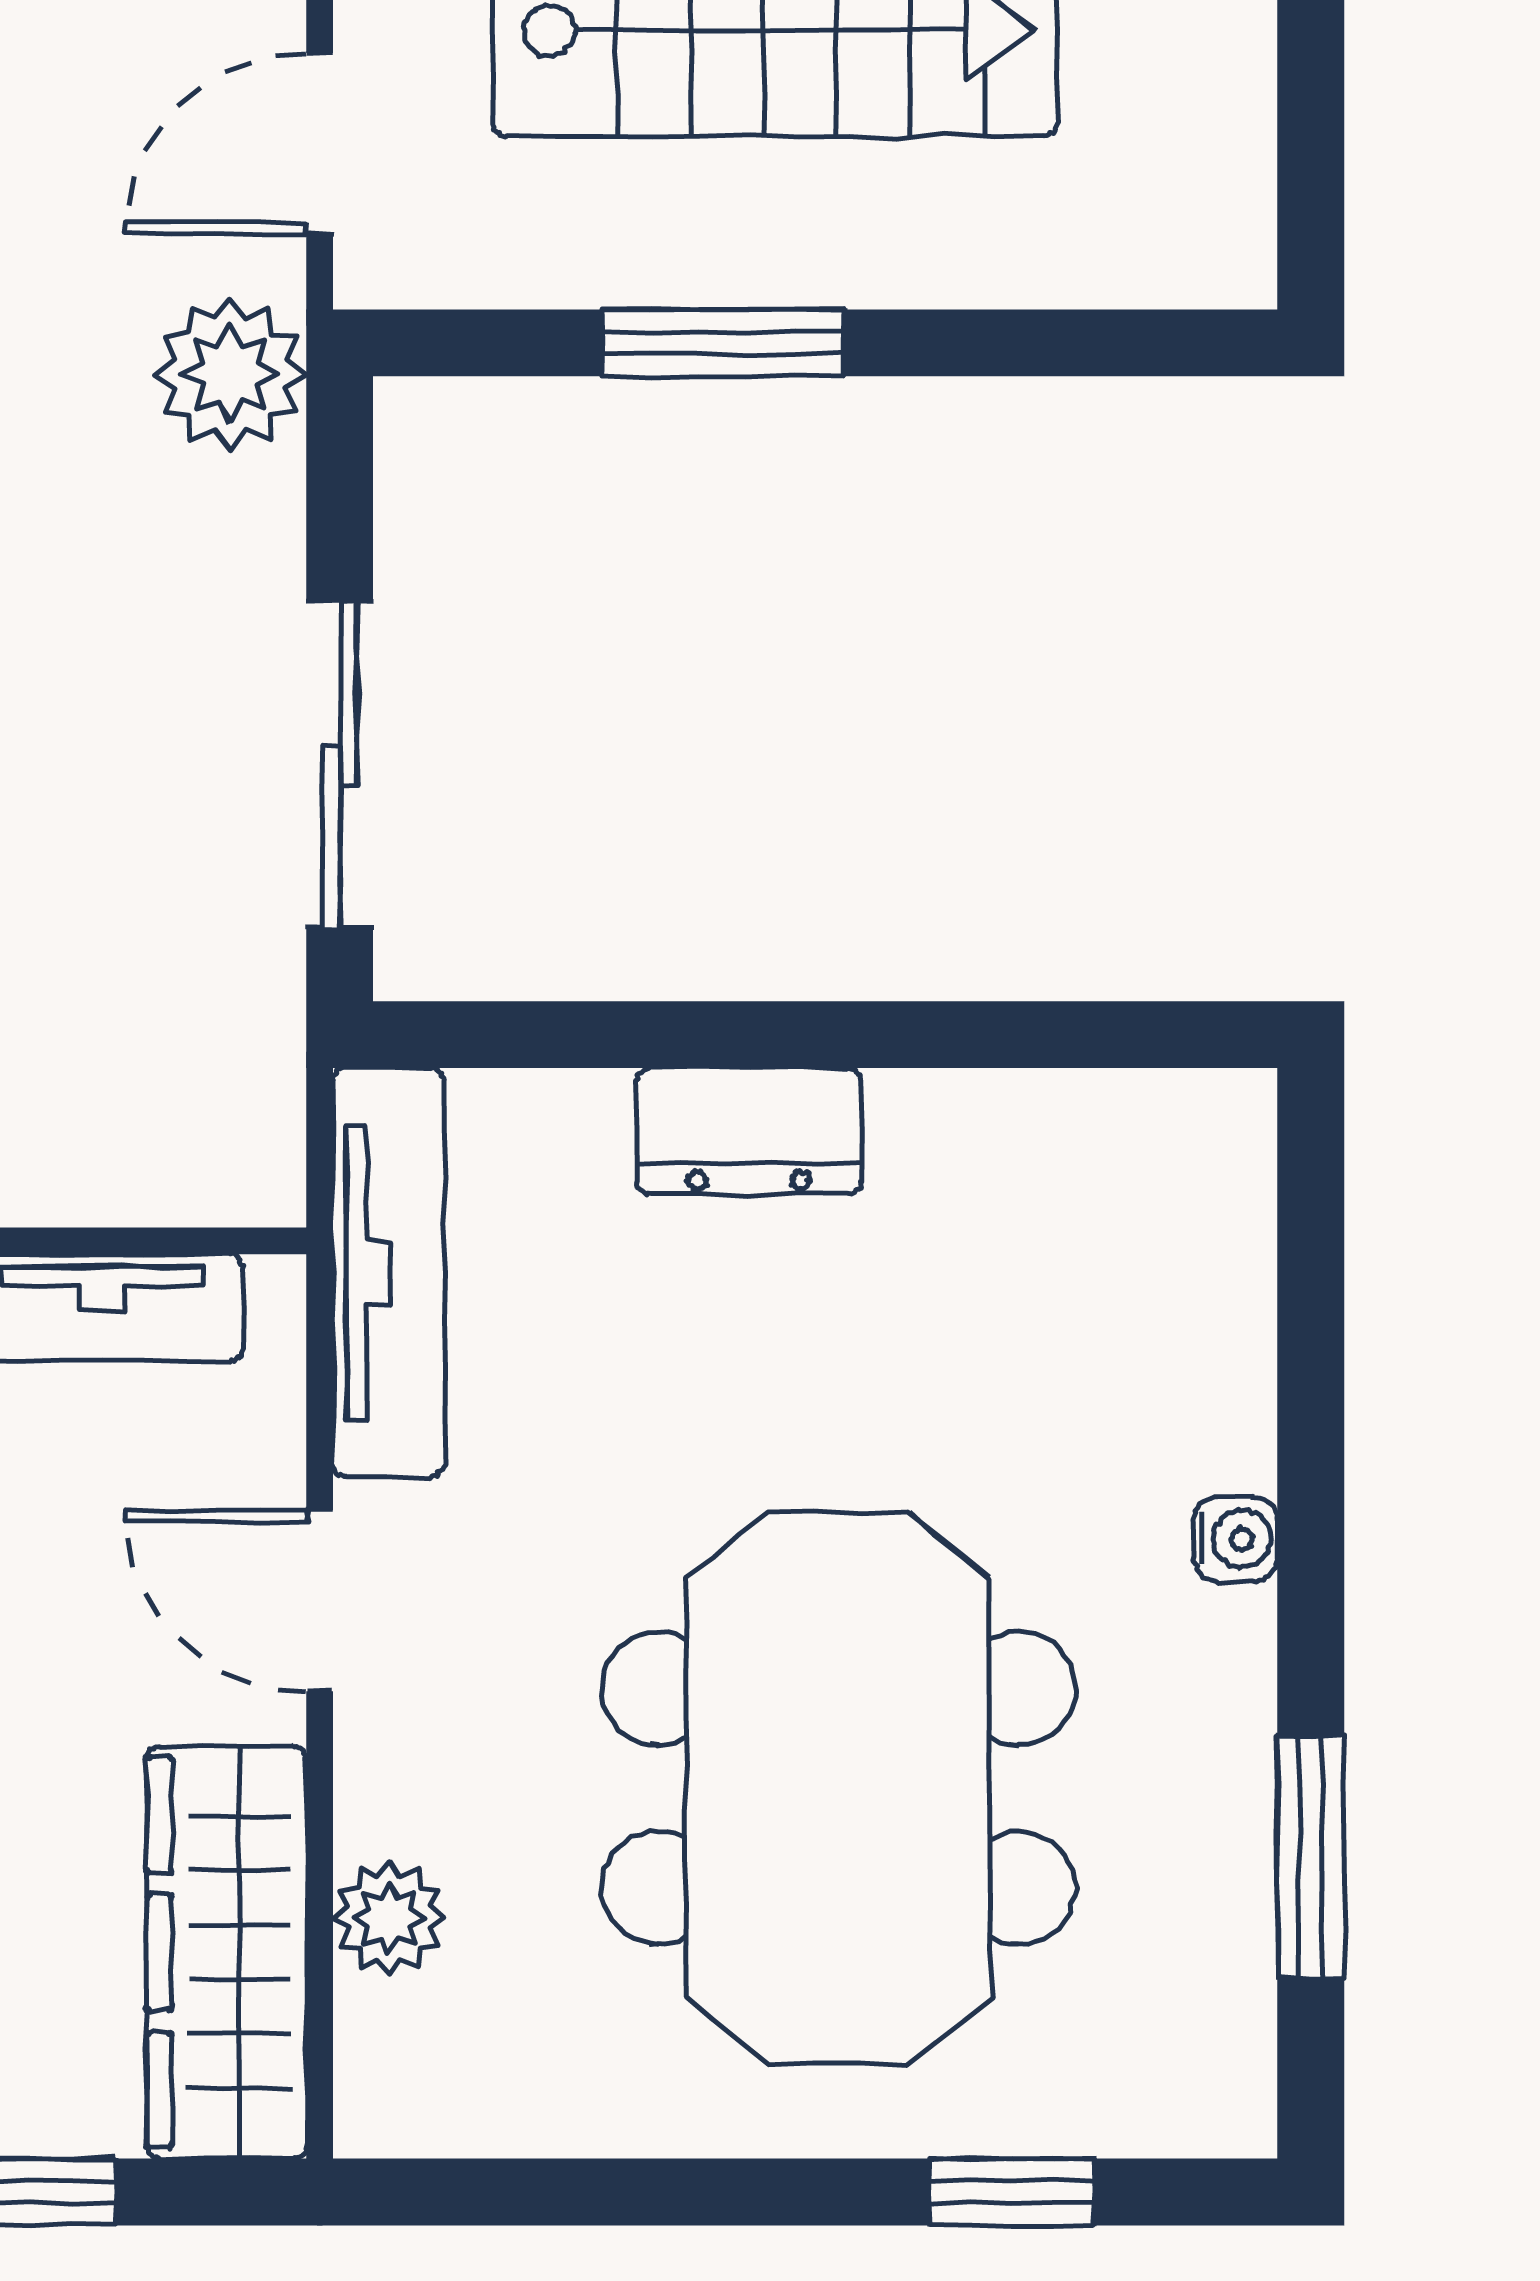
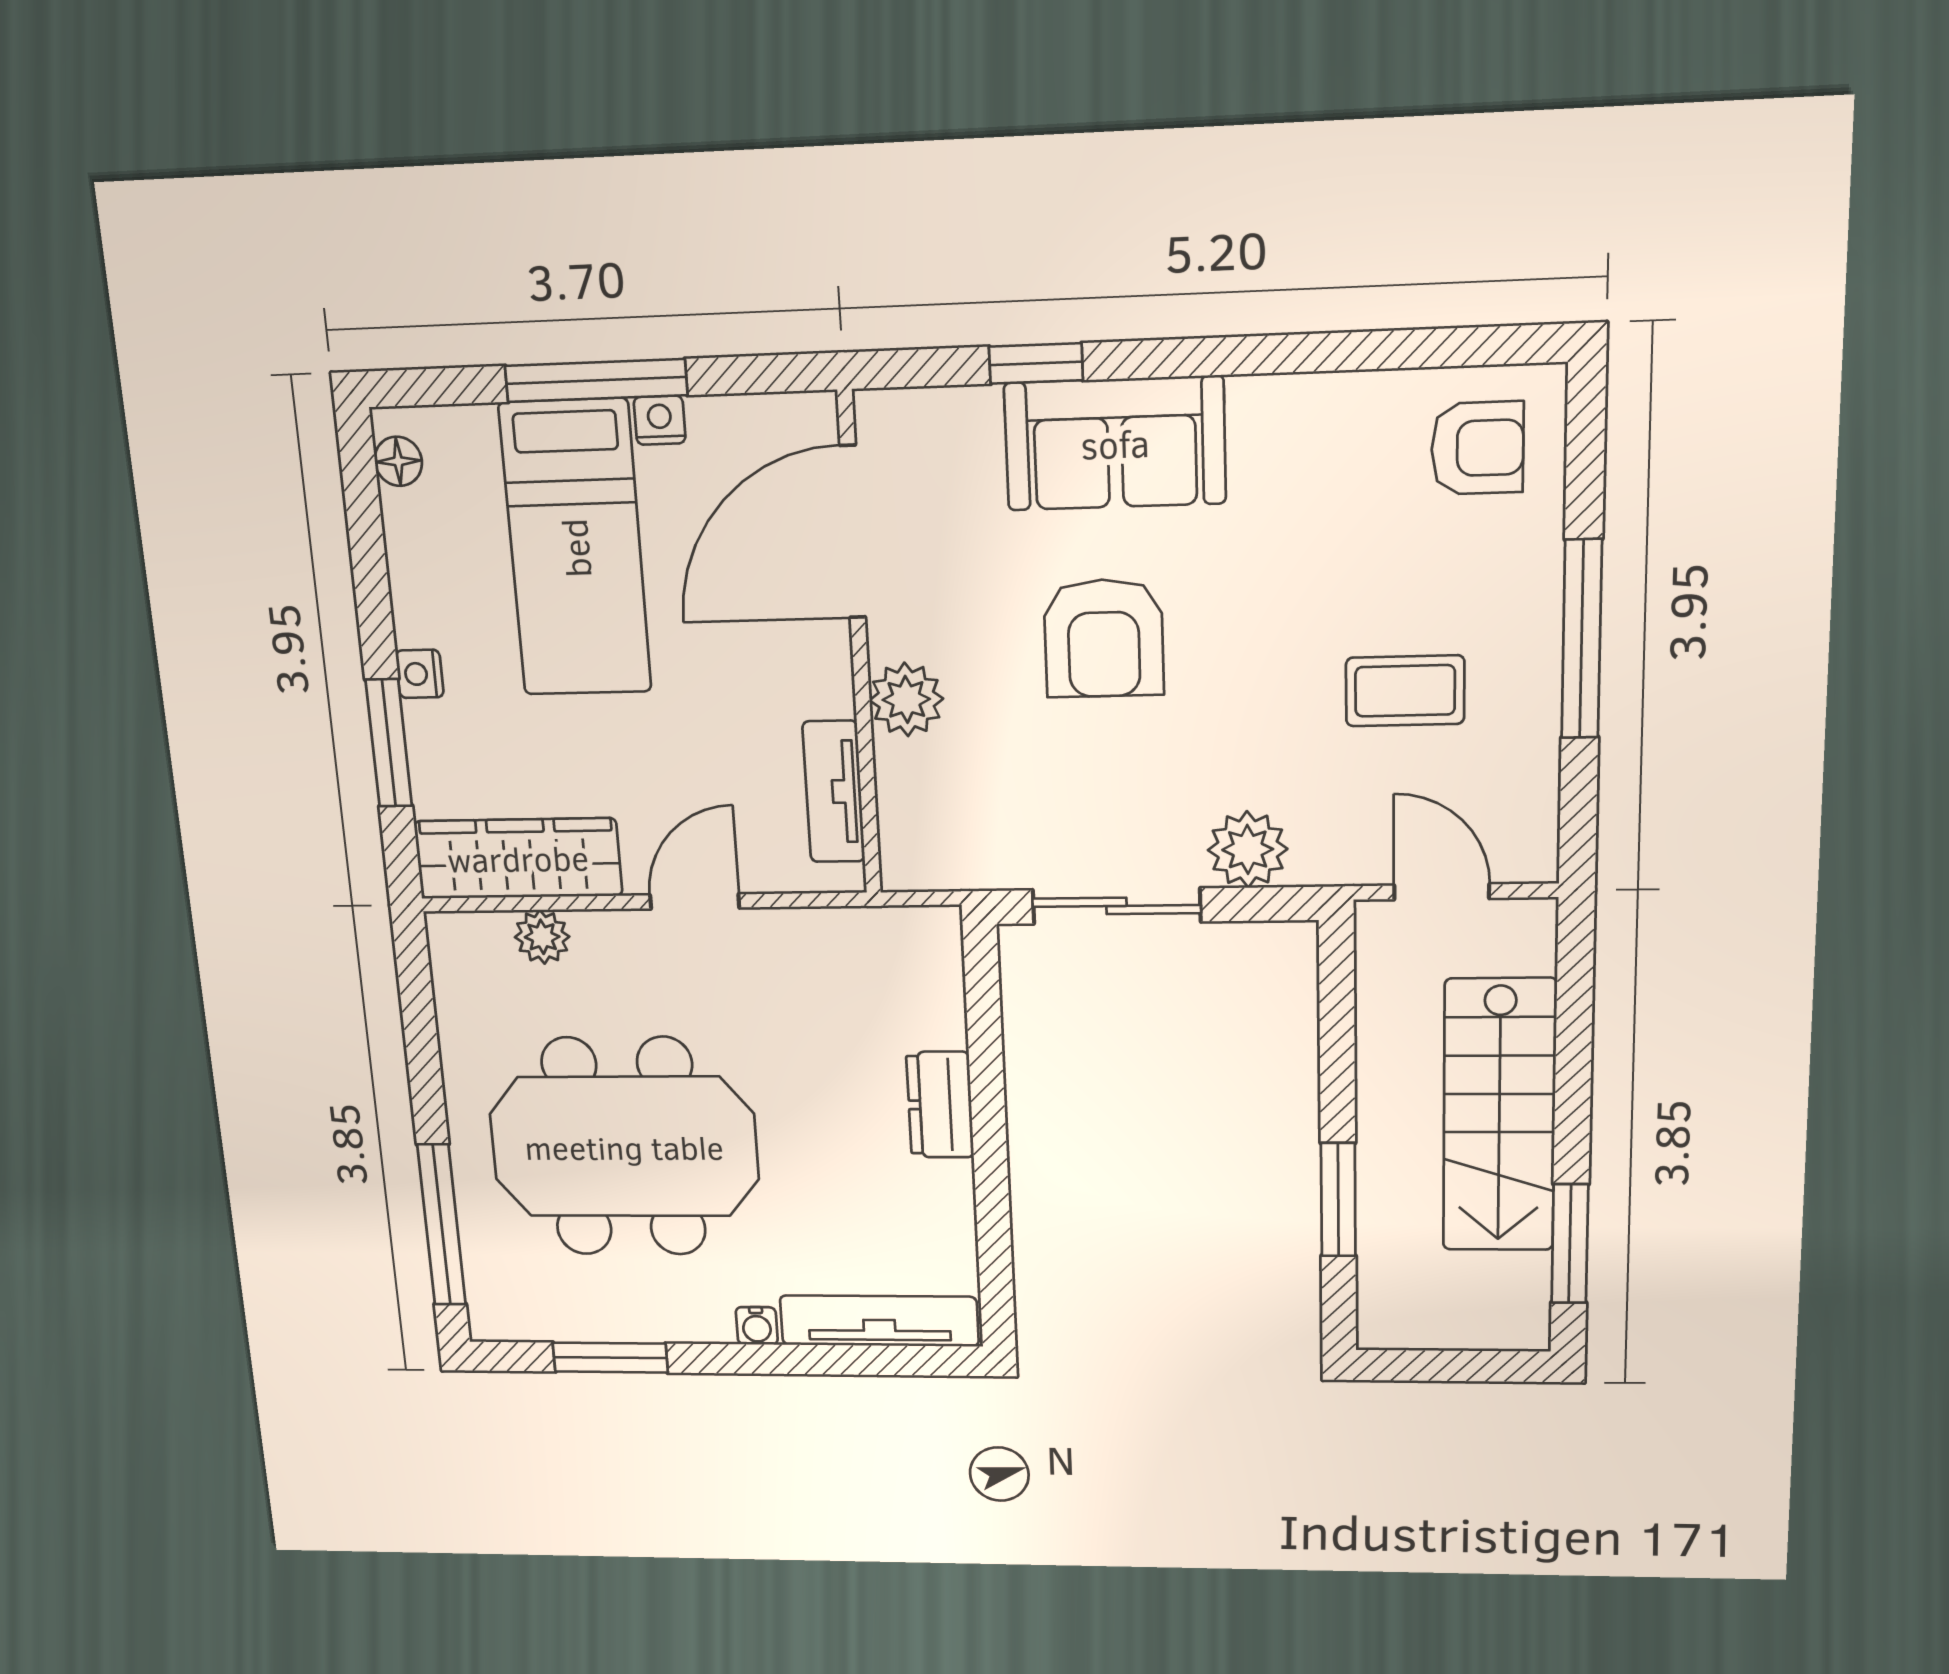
window: (723, 343) -> (1338, 1200), moved
plant: (230, 374) -> (1248, 849), moved
tv unit: (388, 1273) -> (879, 1321), moved, turned 180
window: (1012, 2192) -> (442, 1225), width x2.17

